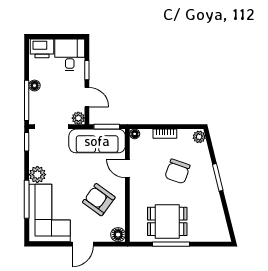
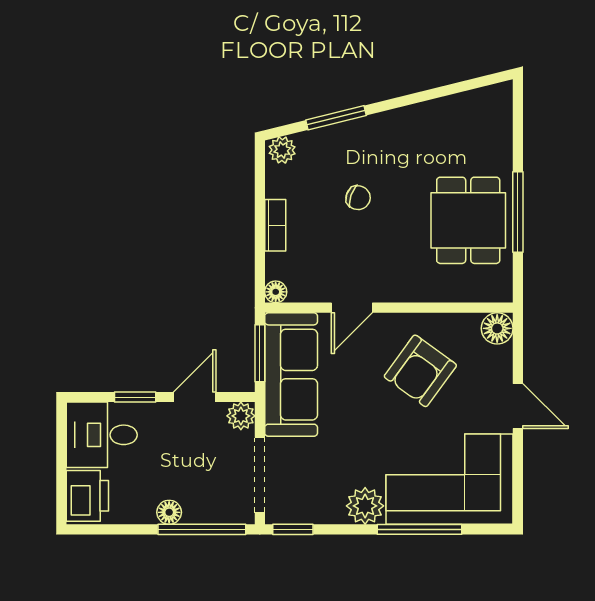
chair: (177, 171) -> (358, 198), width x0.54, depth x0.54
window: (218, 177) -> (336, 118), moved

